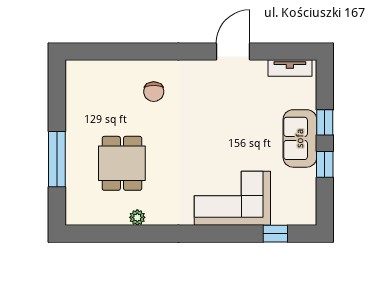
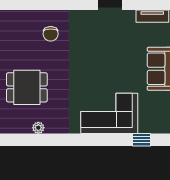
dining table: (122, 163) -> (27, 87), turned 90

